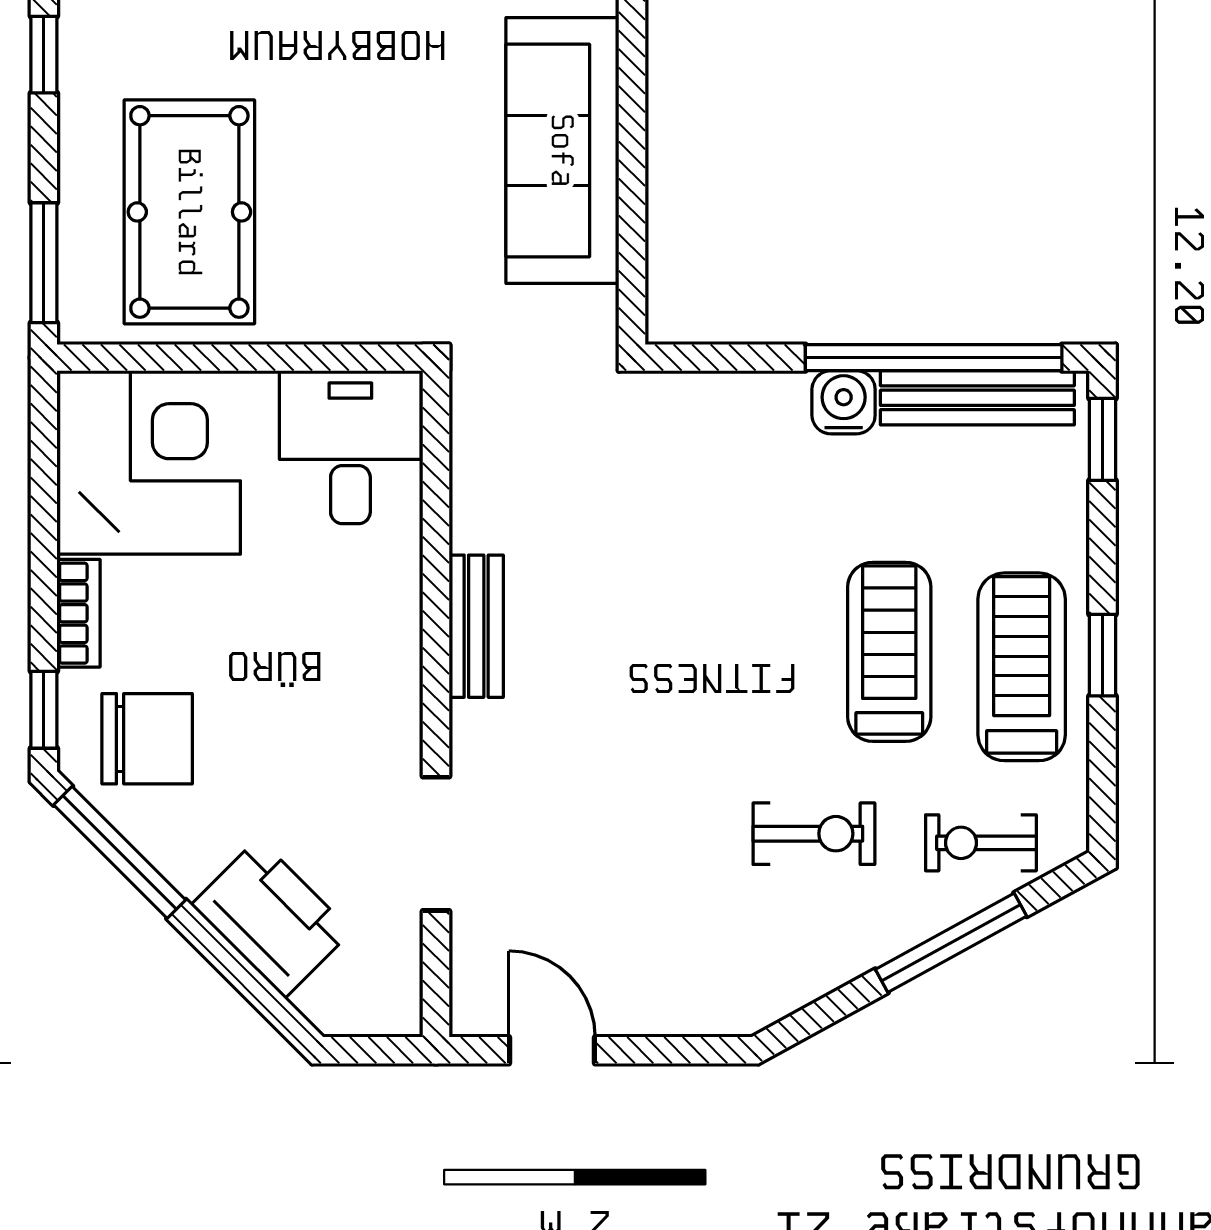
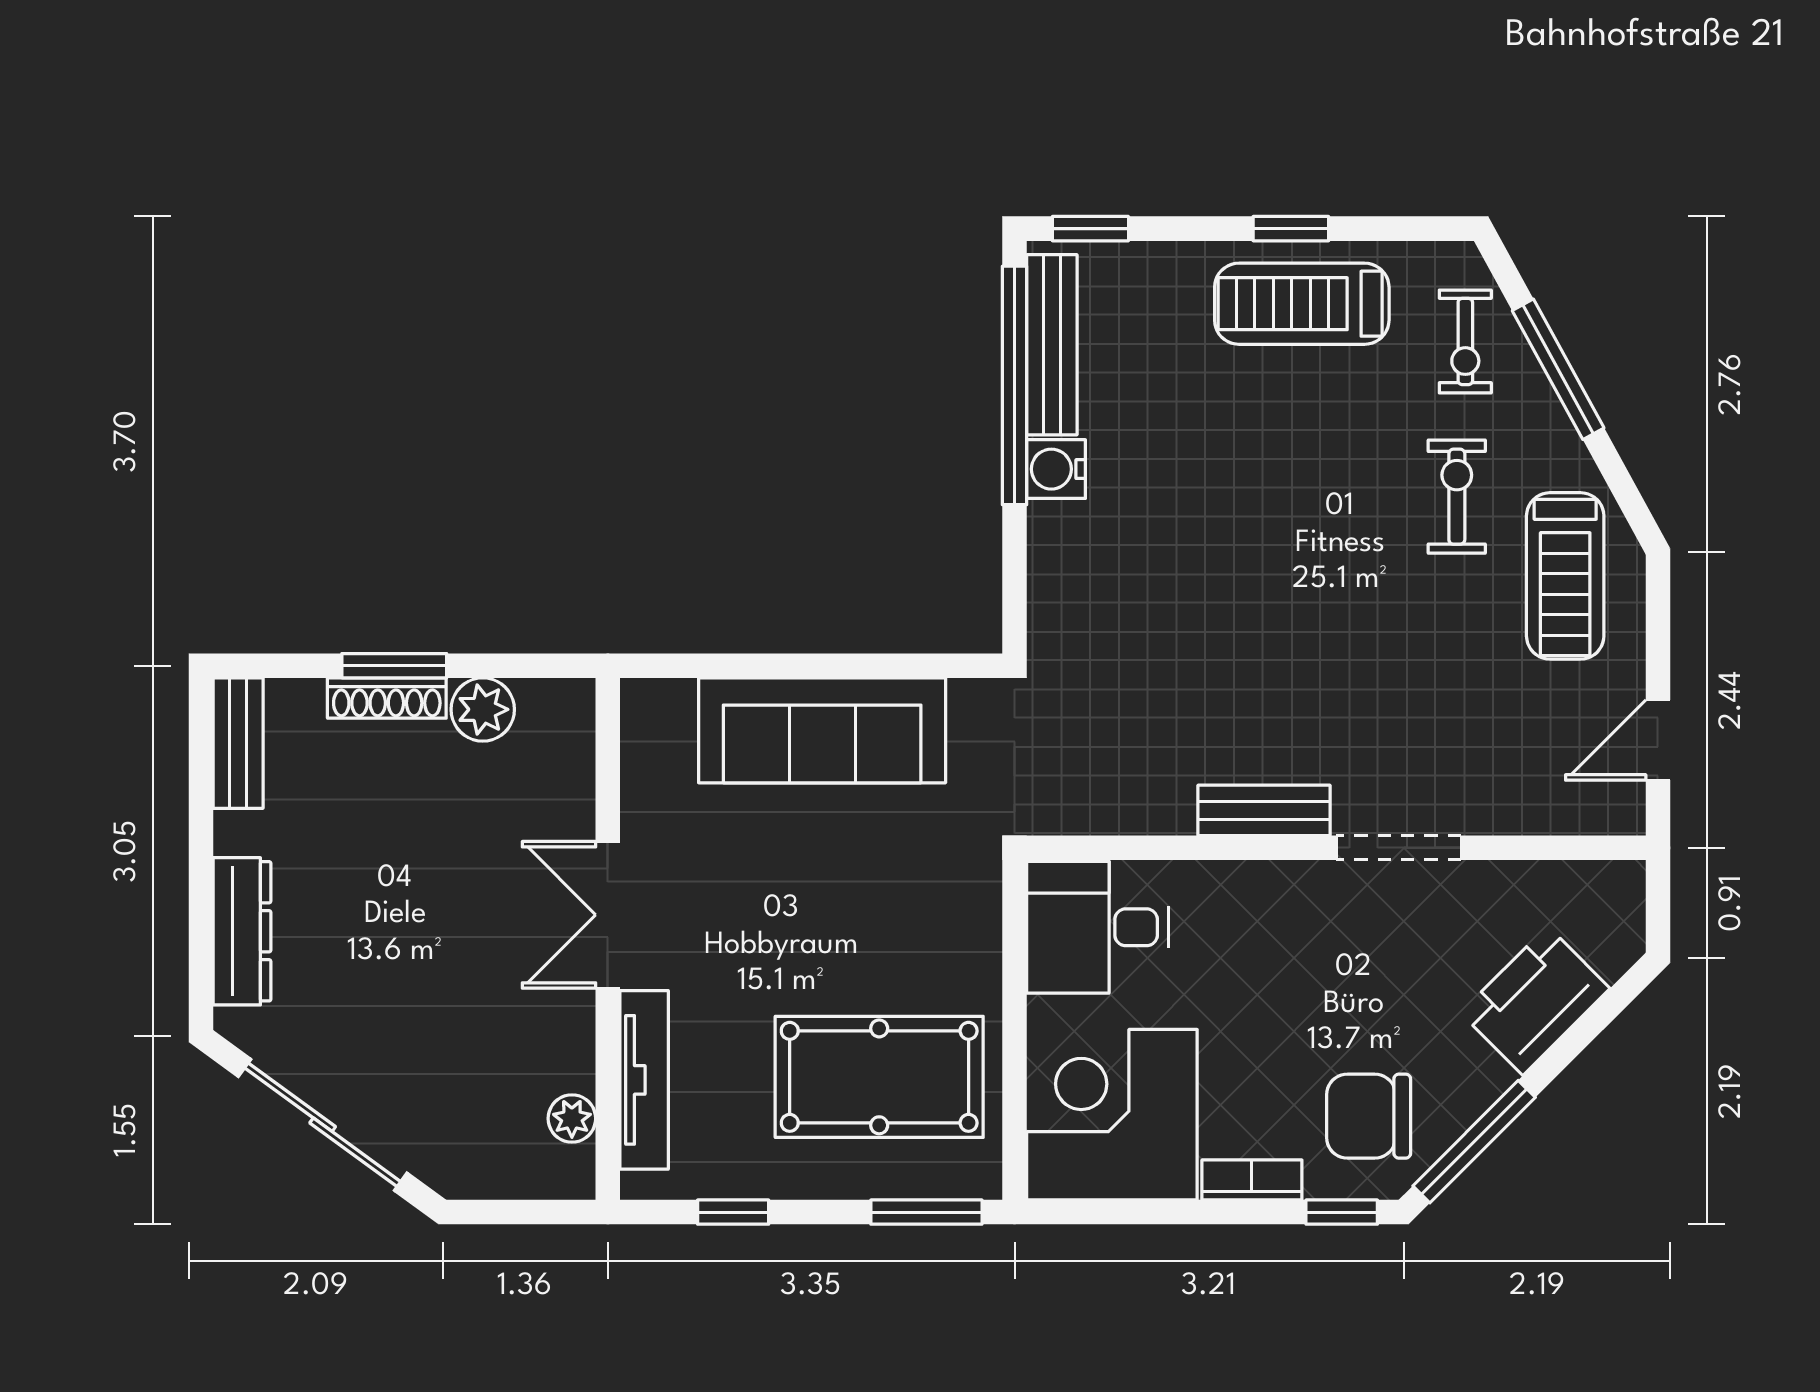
treadmill: (889, 652) -> (1565, 576), moved, turned -90
chair: (147, 739) -> (1369, 1116), turned -90
doorway: (436, 844) -> (1399, 848), moved

